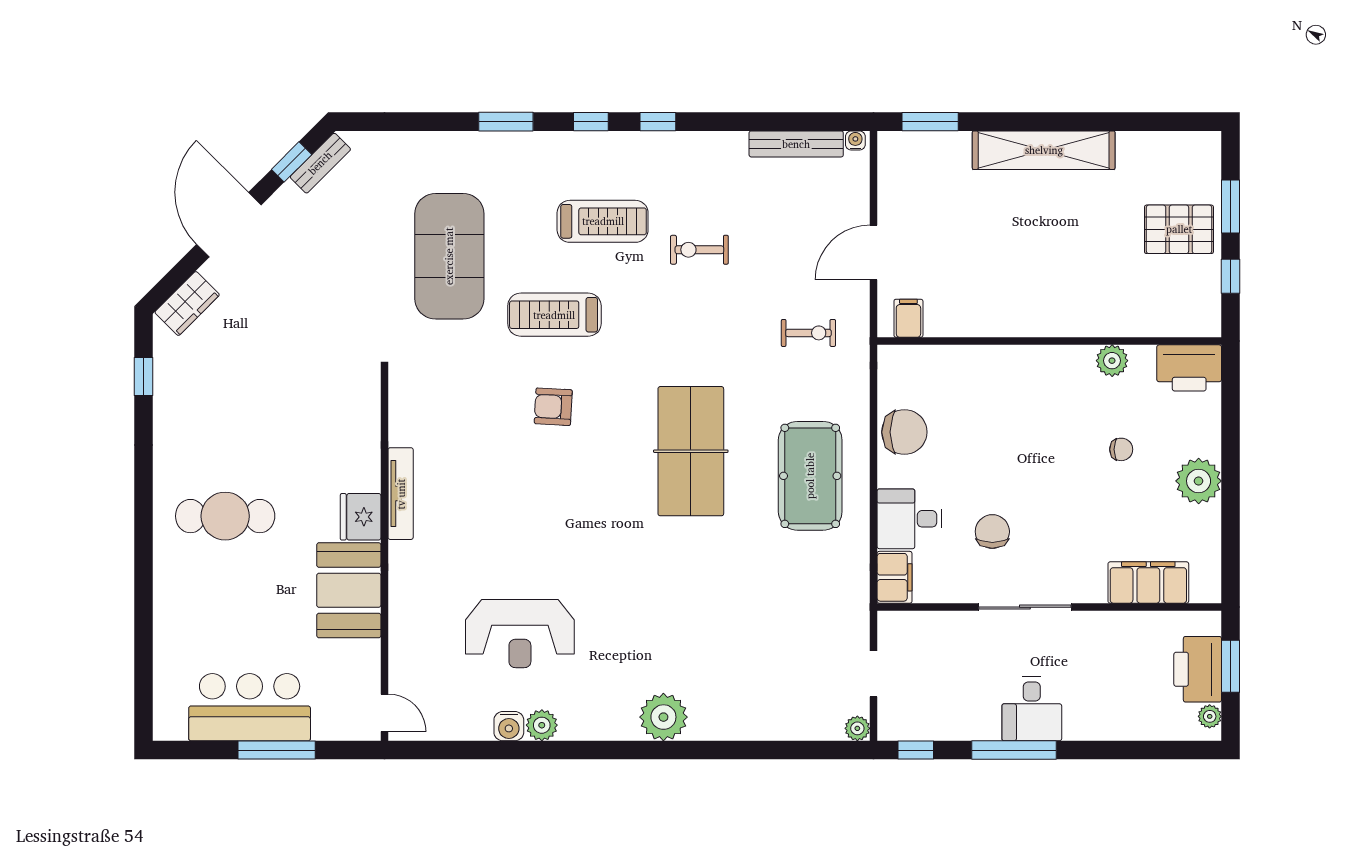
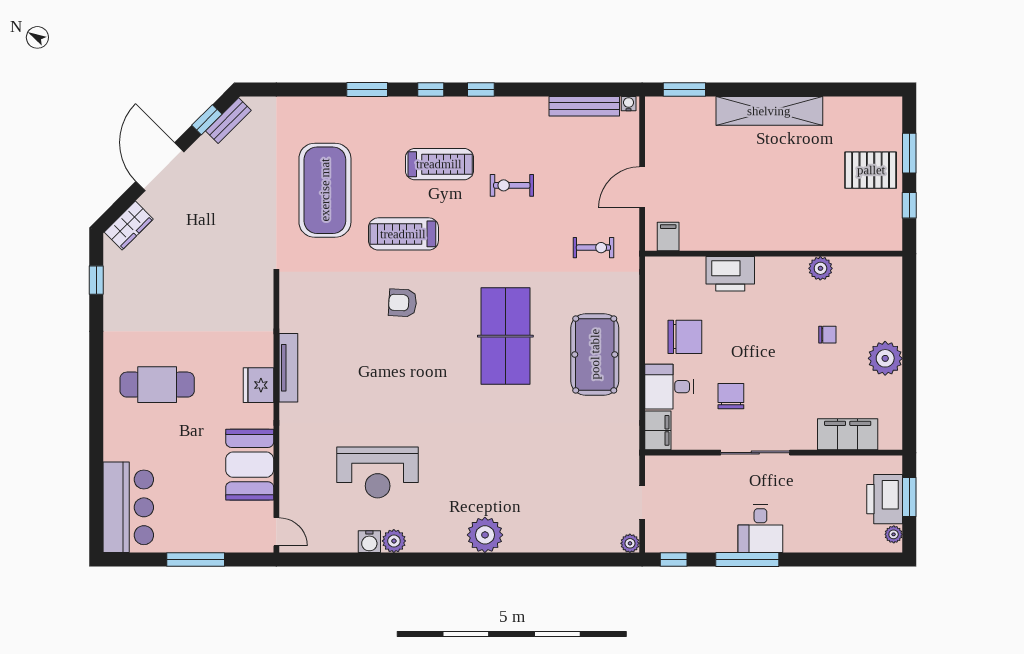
printer: (1189, 368) -> (730, 274), moved
chair: (904, 432) -> (685, 337), moved
booth: (349, 590) -> (250, 465), moved
bar counter: (250, 707) -> (128, 507), moved, turned 90

